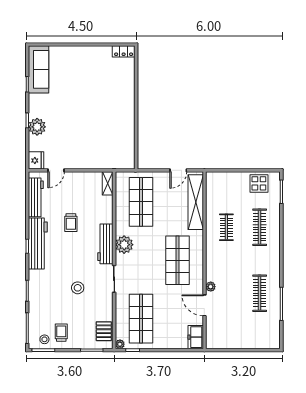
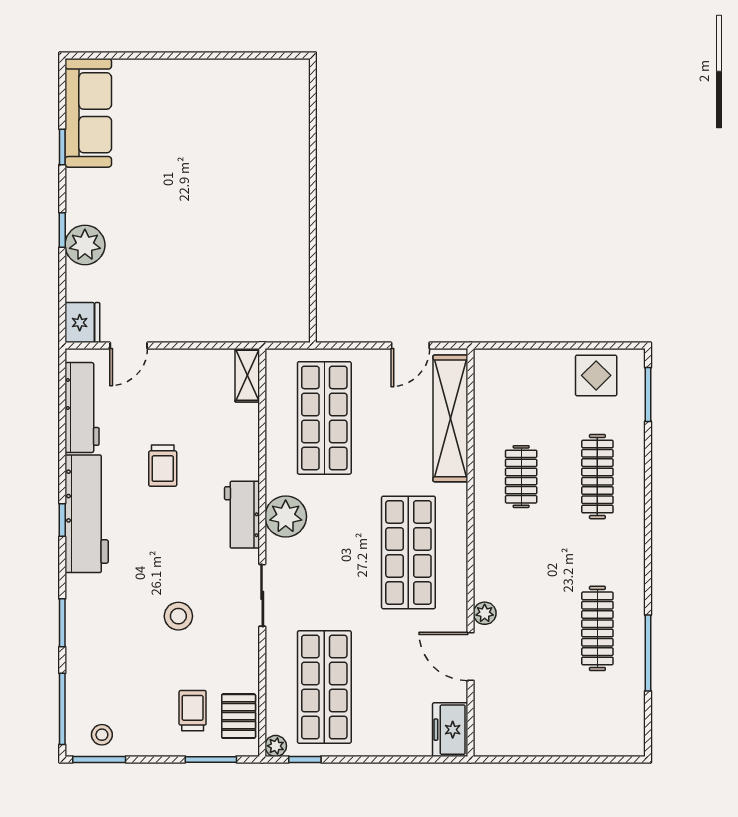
locker: (124, 51) -> (284, 71), removed
workbench: (105, 244) -> (242, 515), width x0.73
trolley: (61, 333) -> (193, 711), moved

